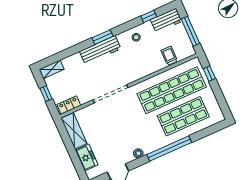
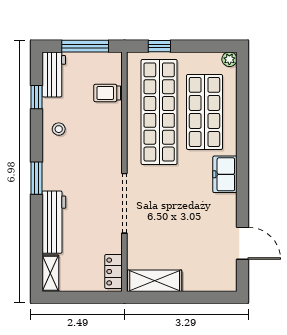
workbench: (100, 50) -> (54, 222), moved
window: (46, 94) -> (82, 297), removed
window: (169, 149) -> (243, 153), removed
plant: (138, 153) -> (229, 59), moved
freezer: (87, 157) -> (225, 174), moved, turned -90

